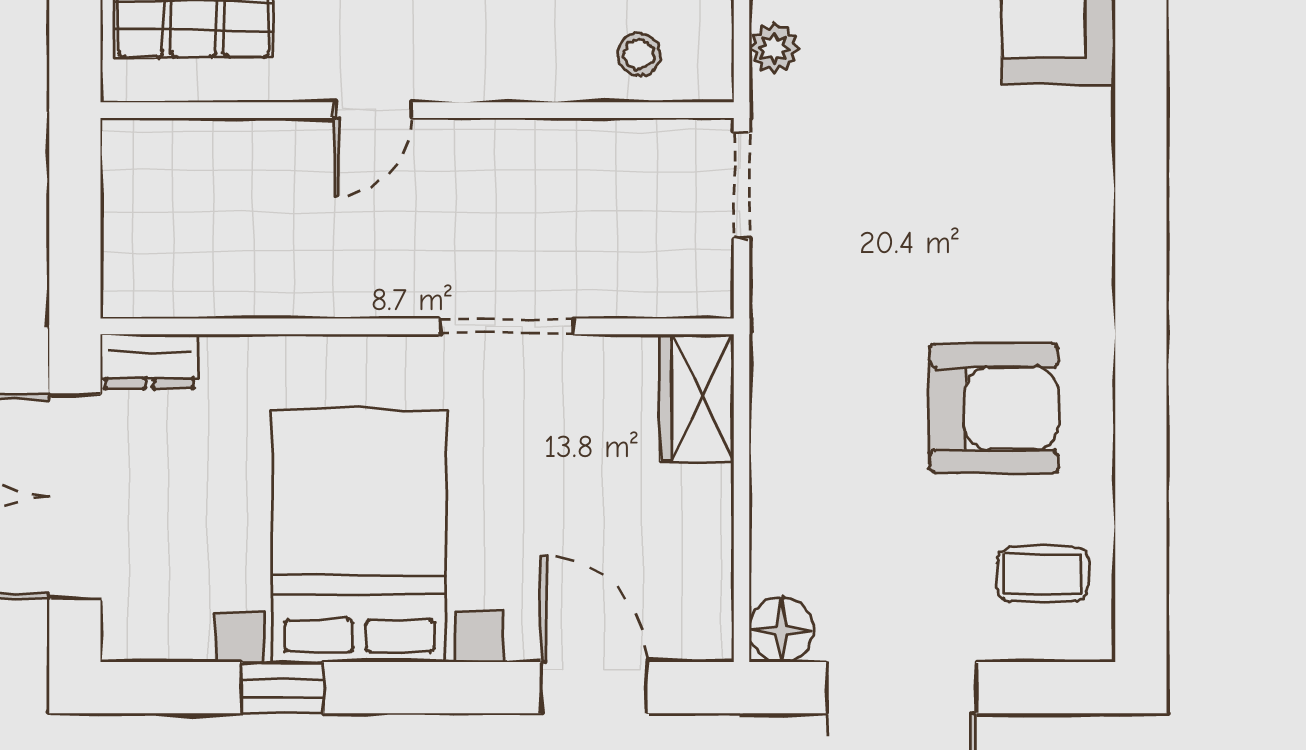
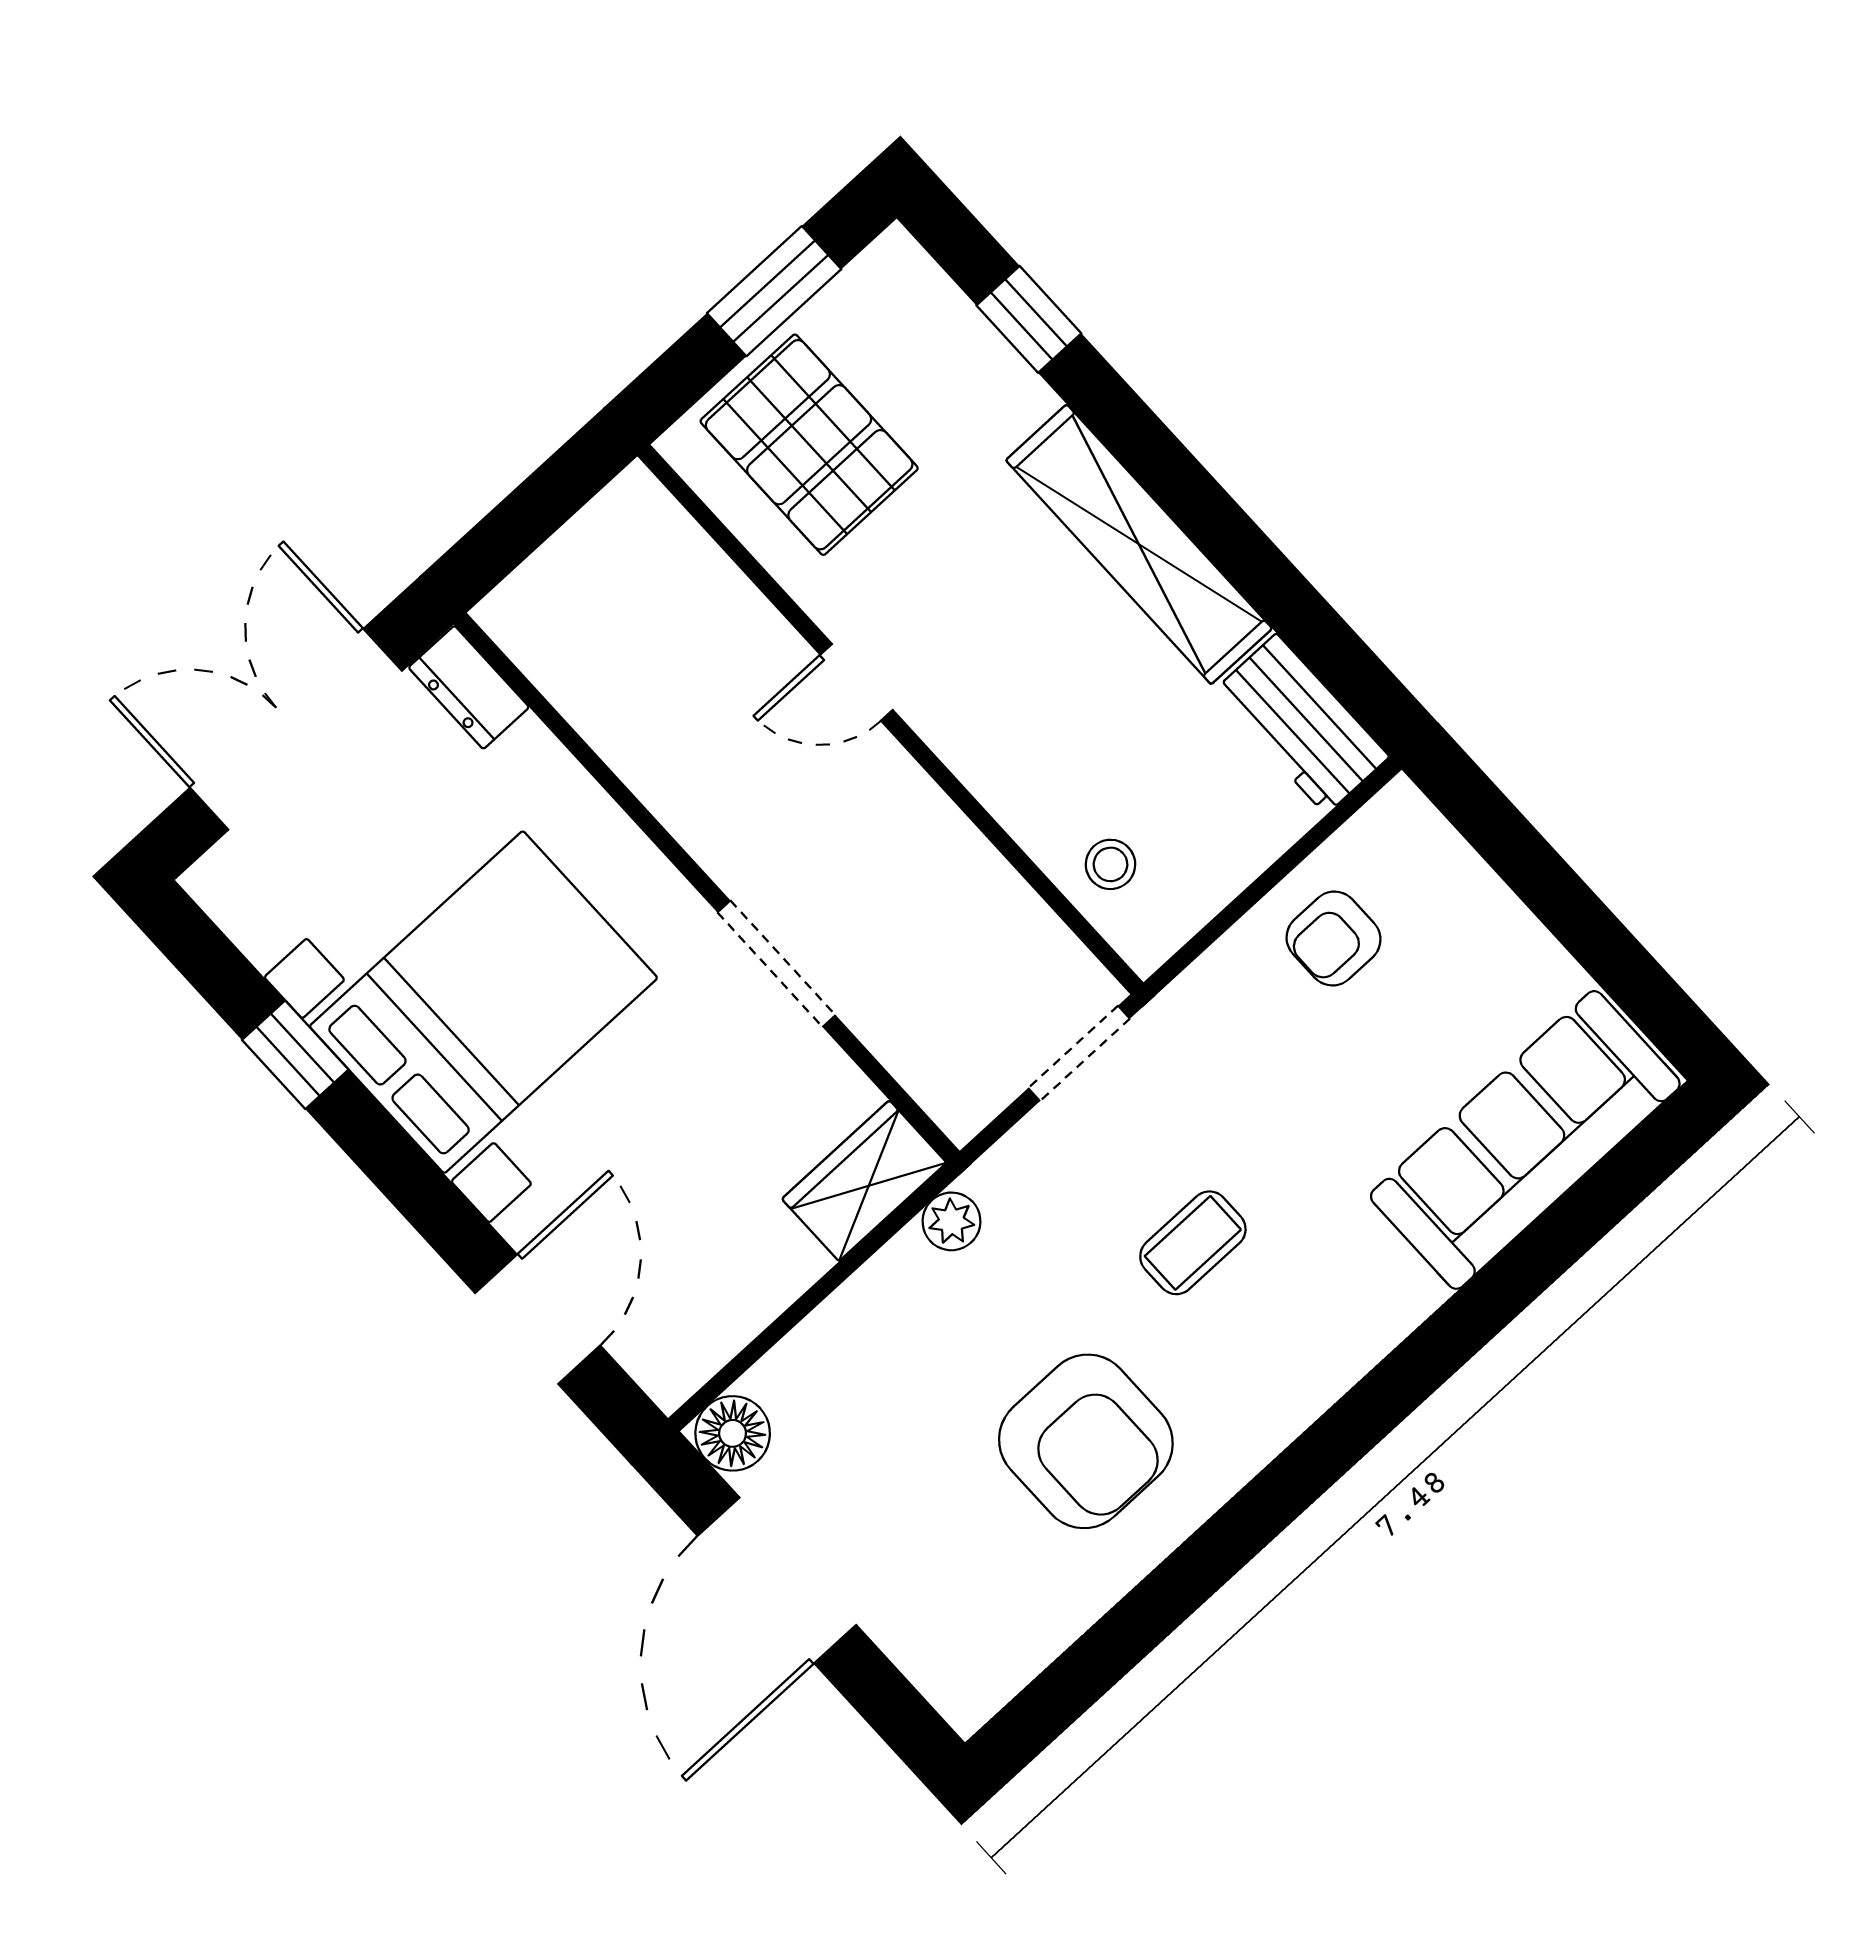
plant: (774, 48) -> (951, 1221), moved
coffee table: (1043, 574) -> (1193, 1243), moved, turned 90

